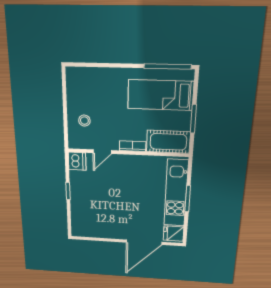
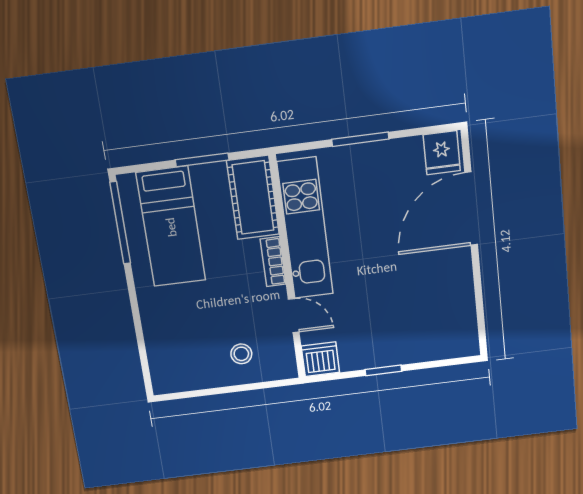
kitchen unit: (176, 193) -> (305, 228), moved, turned -90
door: (144, 242) -> (471, 209), swing flipped

